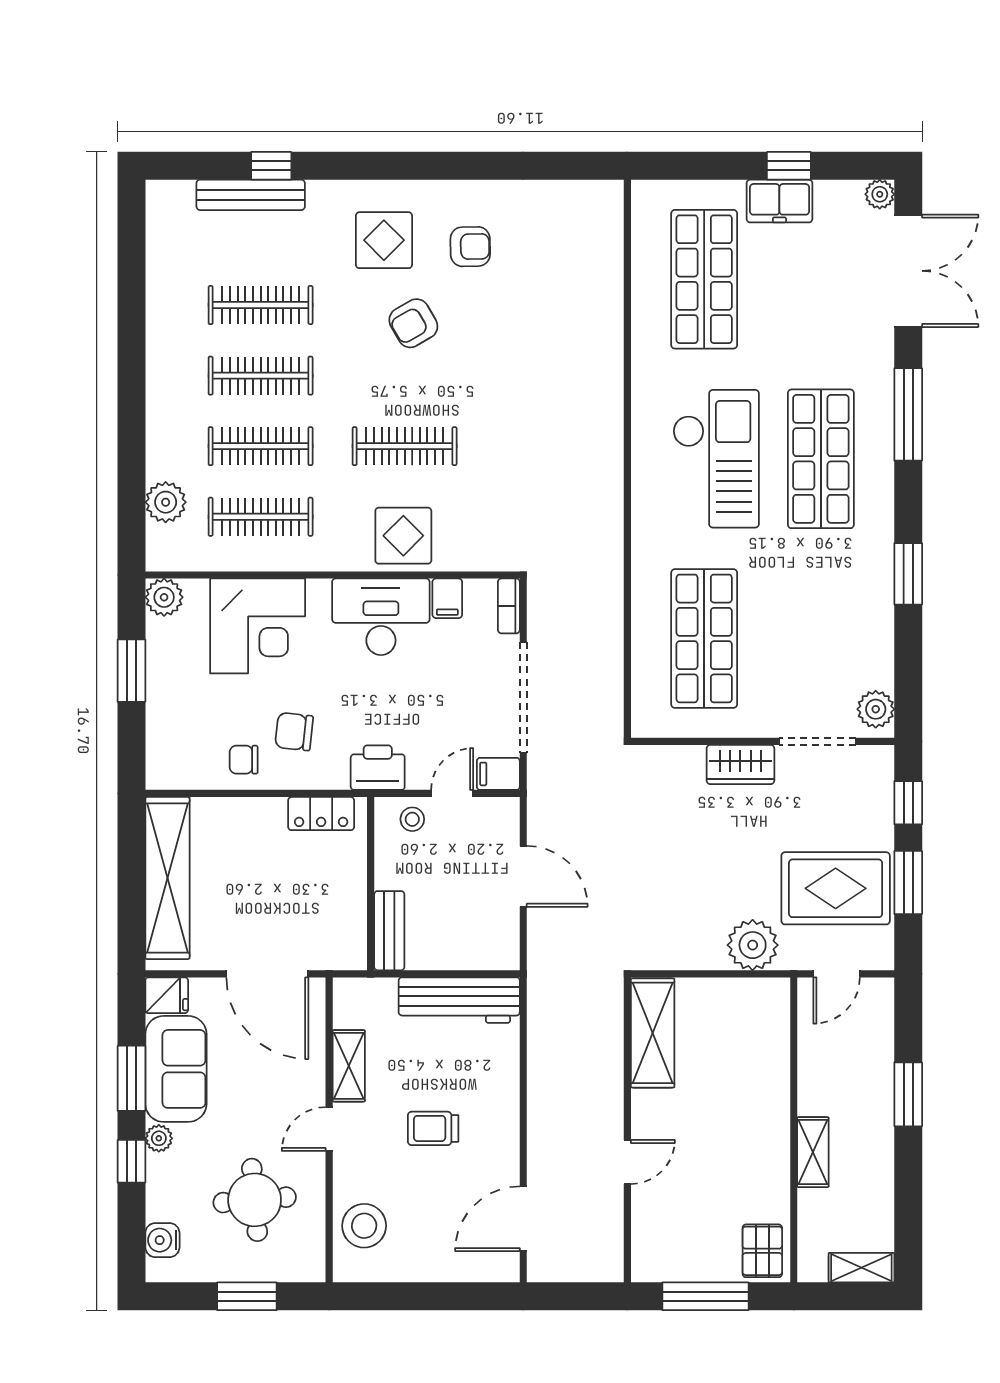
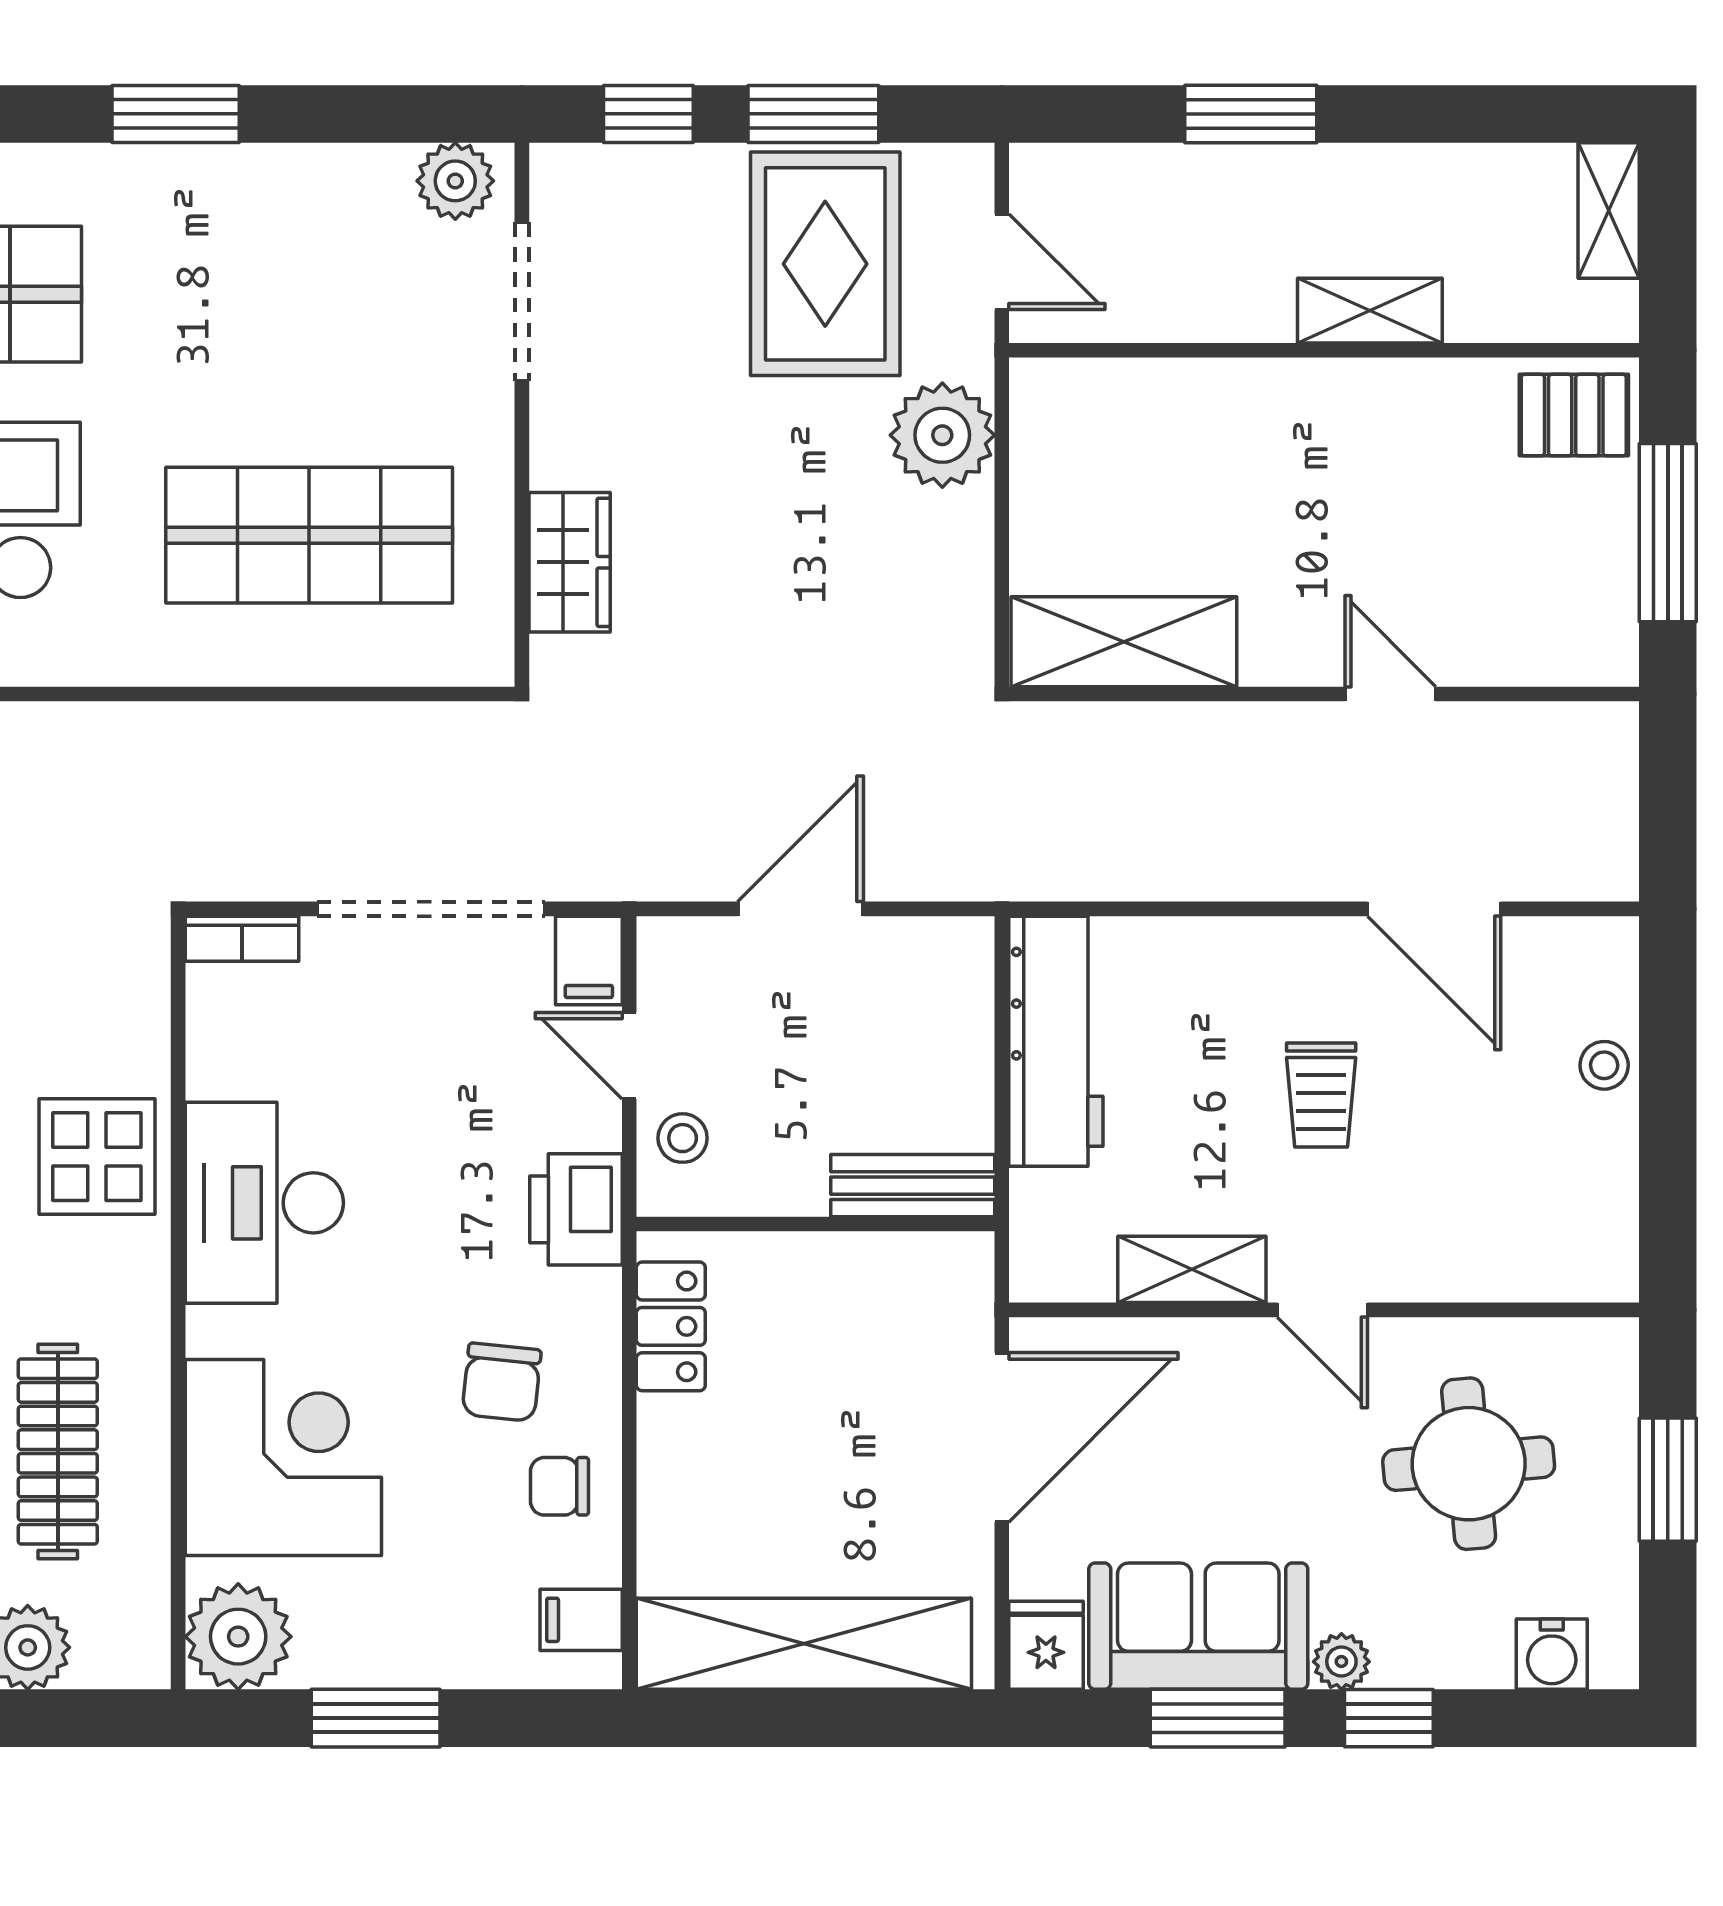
plant: (164, 597) -> (238, 1637), width x1.36, depth x1.36
filing cabinet: (447, 598) -> (581, 1620), moved, turned 180
chair: (244, 760) -> (560, 1486), turned 90
wardrobe: (740, 765) -> (570, 562), moved
door: (523, 1219) -> (1434, 909), moved
stool: (364, 1226) -> (1604, 1065), moved, width x0.53, depth x0.53

